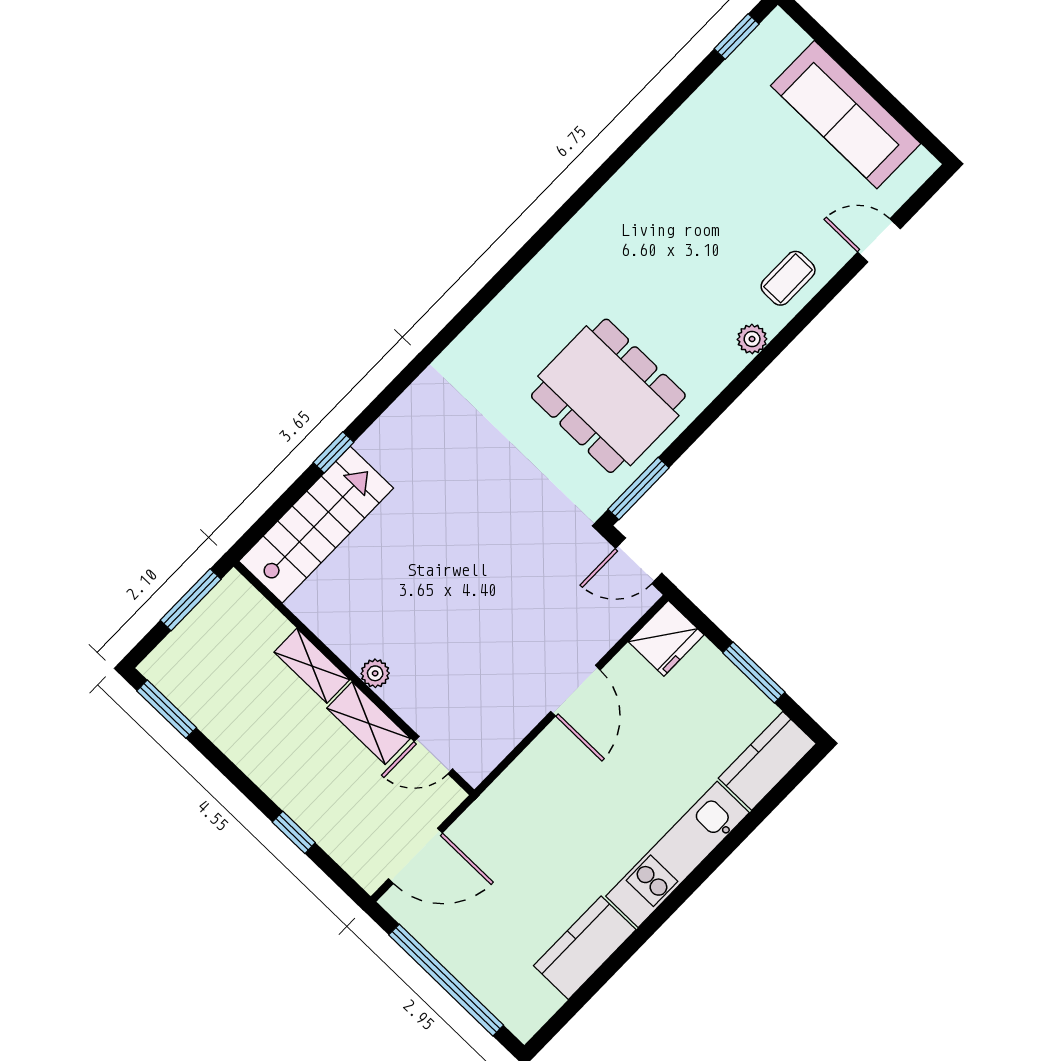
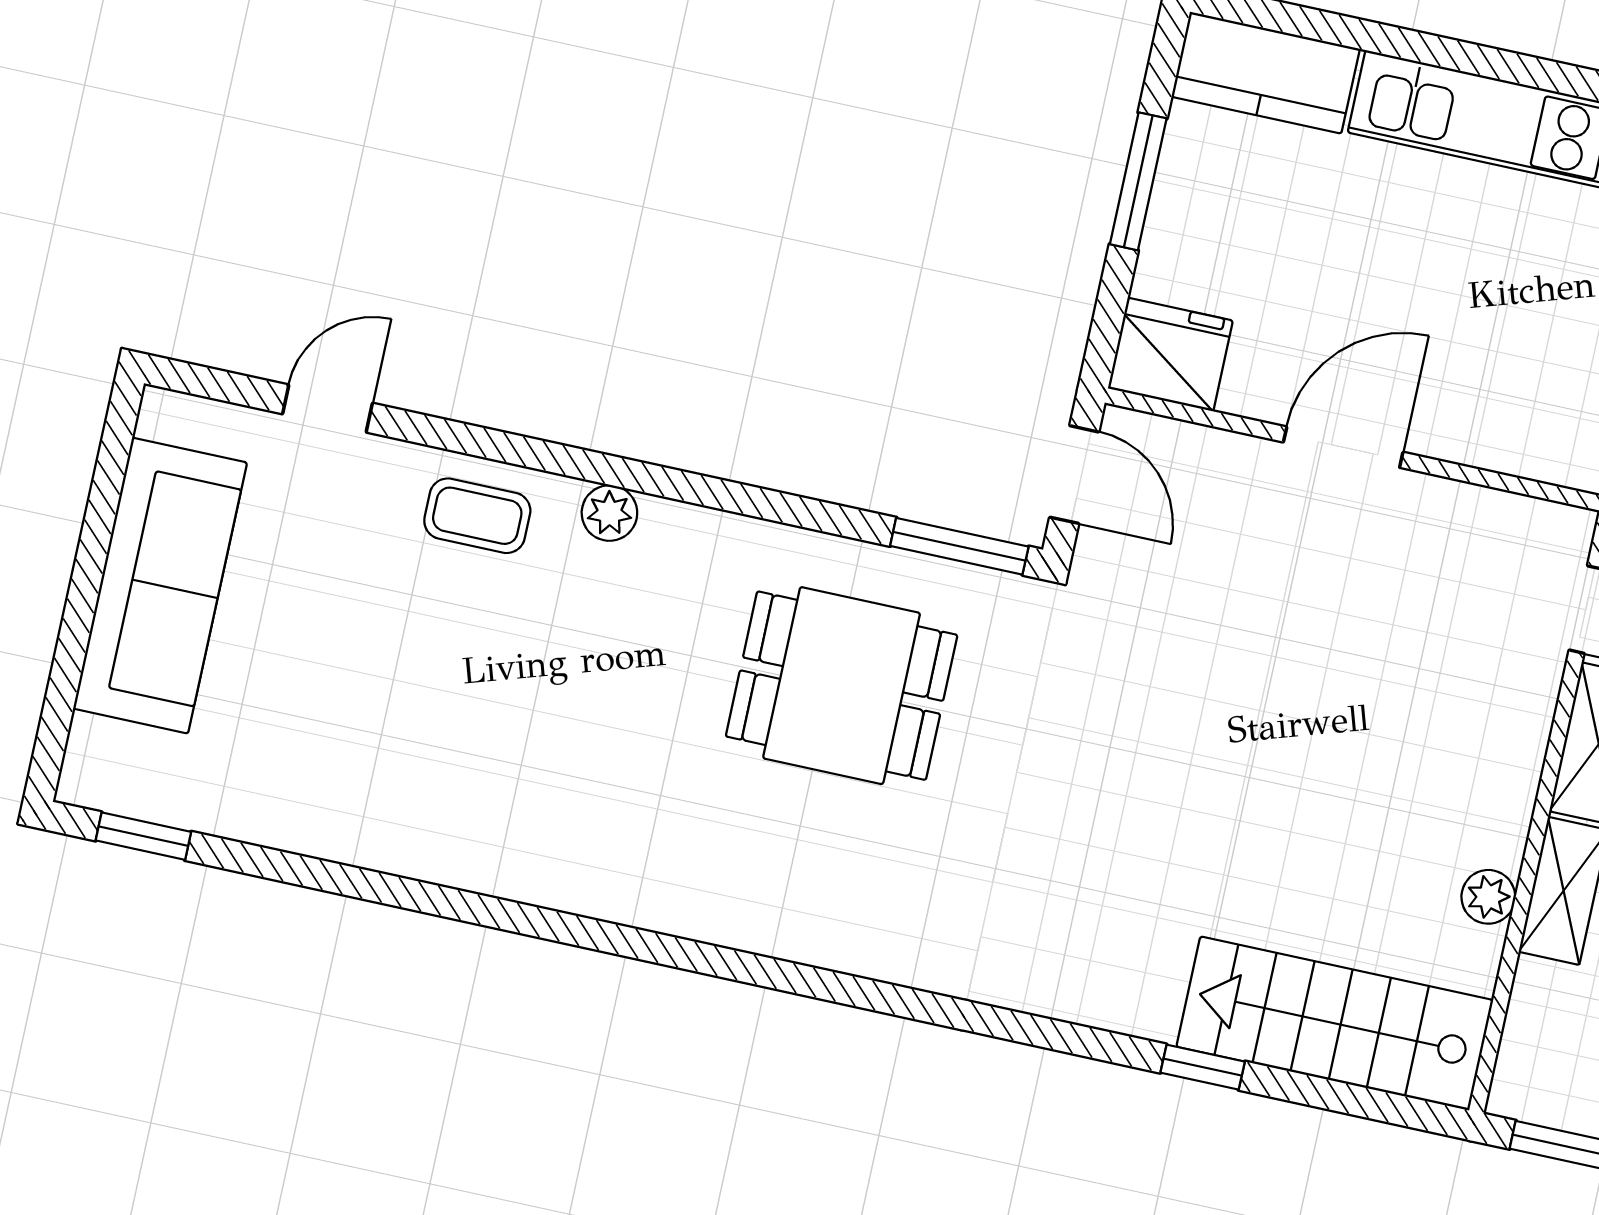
door: (879, 240) -> (328, 408), swing flipped
dining table: (608, 396) -> (842, 686), width x0.73
plant: (375, 673) -> (1488, 897), moved

